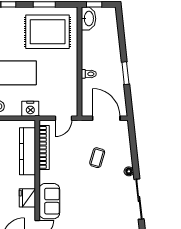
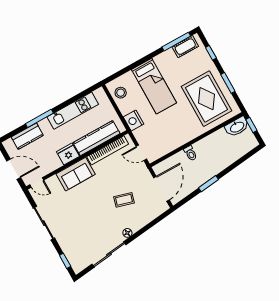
fridge: (27, 198) -> (68, 154), moved
sofa: (49, 201) -> (76, 174), moved

